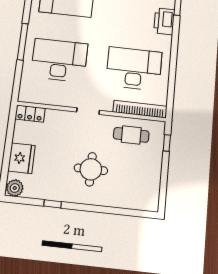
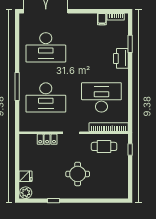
desk: (59, 60) -> (46, 97), turned 180
locker: (30, 114) -> (47, 139), moved
fridge: (21, 158) -> (26, 176), width x0.53, depth x0.75

